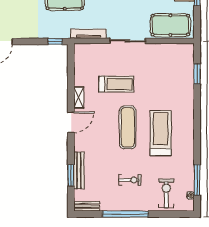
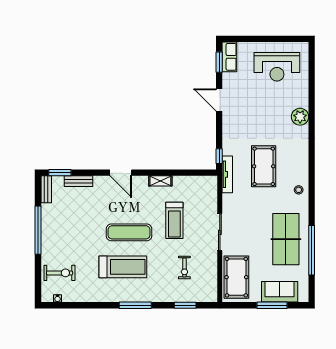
tv unit: (88, 34) -> (227, 174), moved
door: (71, 122) -> (121, 173), moved
bench: (79, 170) -> (79, 181), width x0.73
window: (71, 175) -> (60, 173), moved
exercise bike: (130, 180) -> (184, 268), moved
window: (197, 180) -> (135, 305), moved

